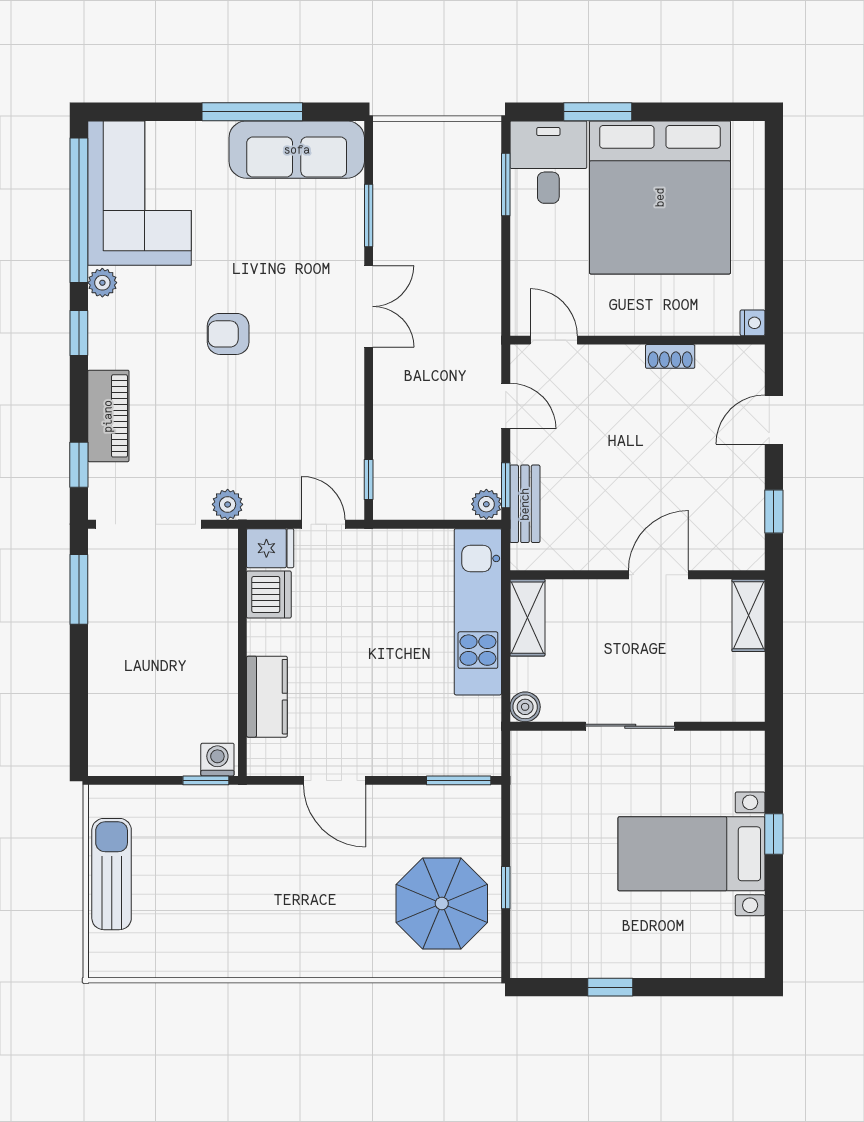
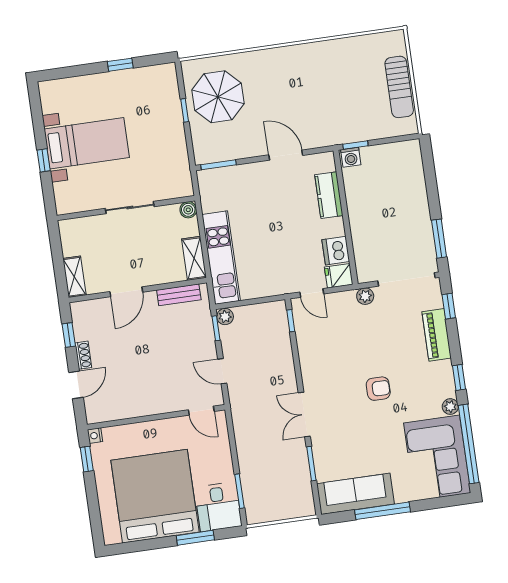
window: (774, 283) -> (87, 459), added
shoe rack: (670, 356) -> (83, 355), moved, turned 90
bench: (525, 504) -> (179, 295), moved, turned 90

